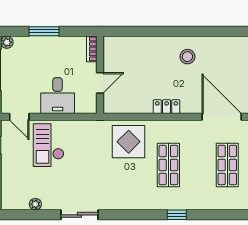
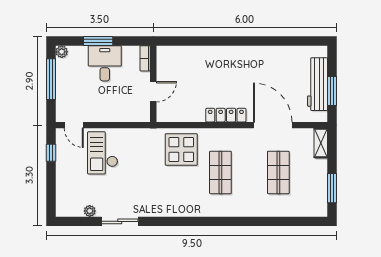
stool: (187, 57) -> (239, 66), removed
desk: (58, 96) -> (105, 63), moved, turned 180
locker: (167, 107) -> (226, 115), width x1.53
sliding door: (79, 215) -> (120, 221), moved
window: (177, 215) -> (229, 221), removed

